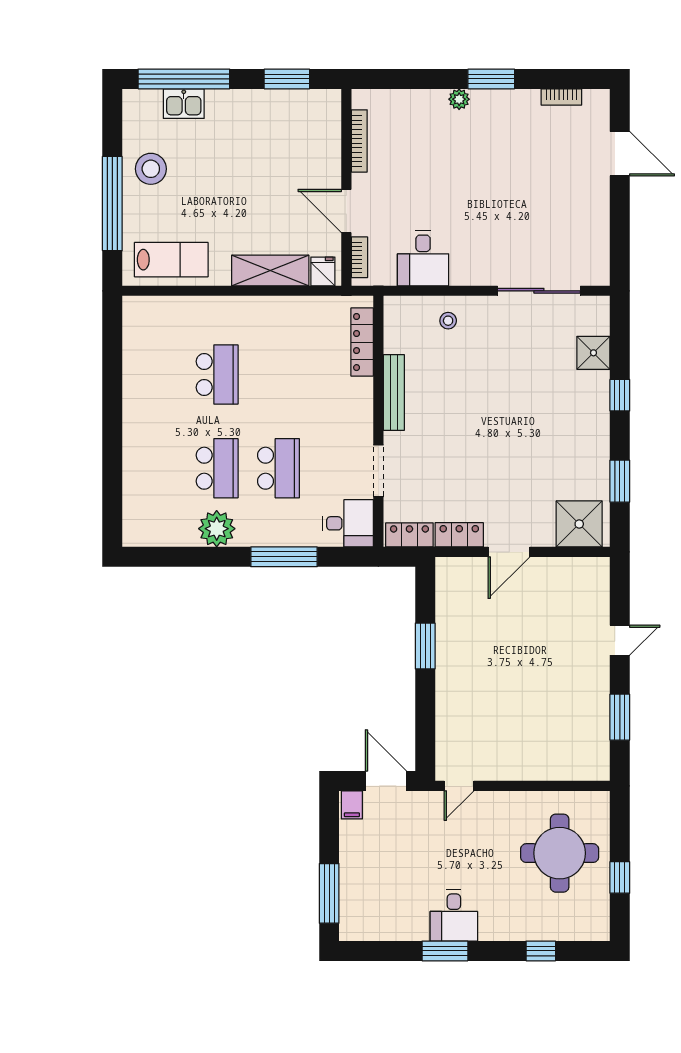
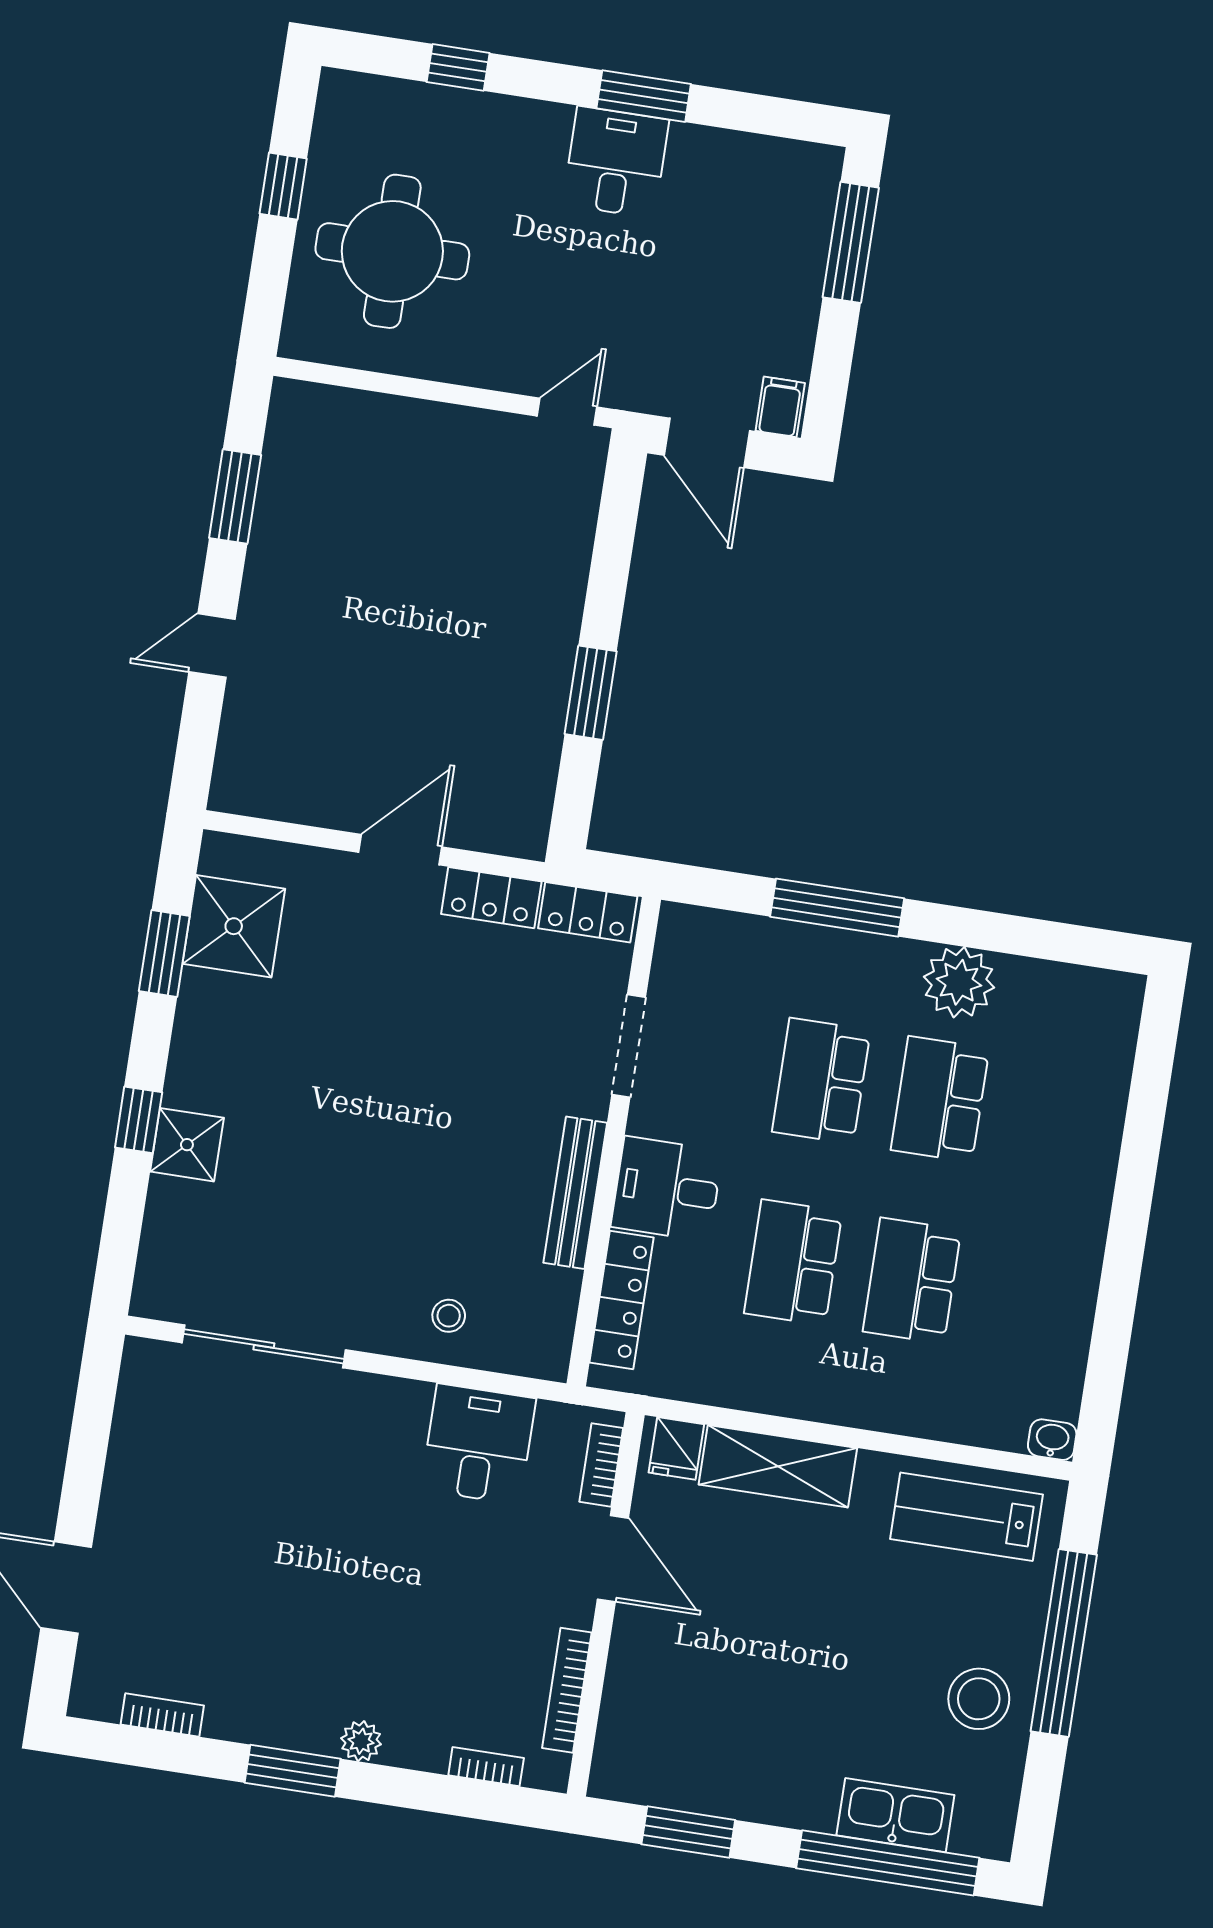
bookcase: (394, 96) -> (486, 1767), added
kitchen sink: (184, 104) -> (895, 1815), width x1.38
washbasin: (134, 305) -> (1052, 1440), added
shower: (593, 353) -> (187, 1145), moved
school desk: (278, 374) -> (793, 1262), added
desk: (348, 523) -> (667, 1189), moved
shower: (579, 524) -> (234, 926), moved

